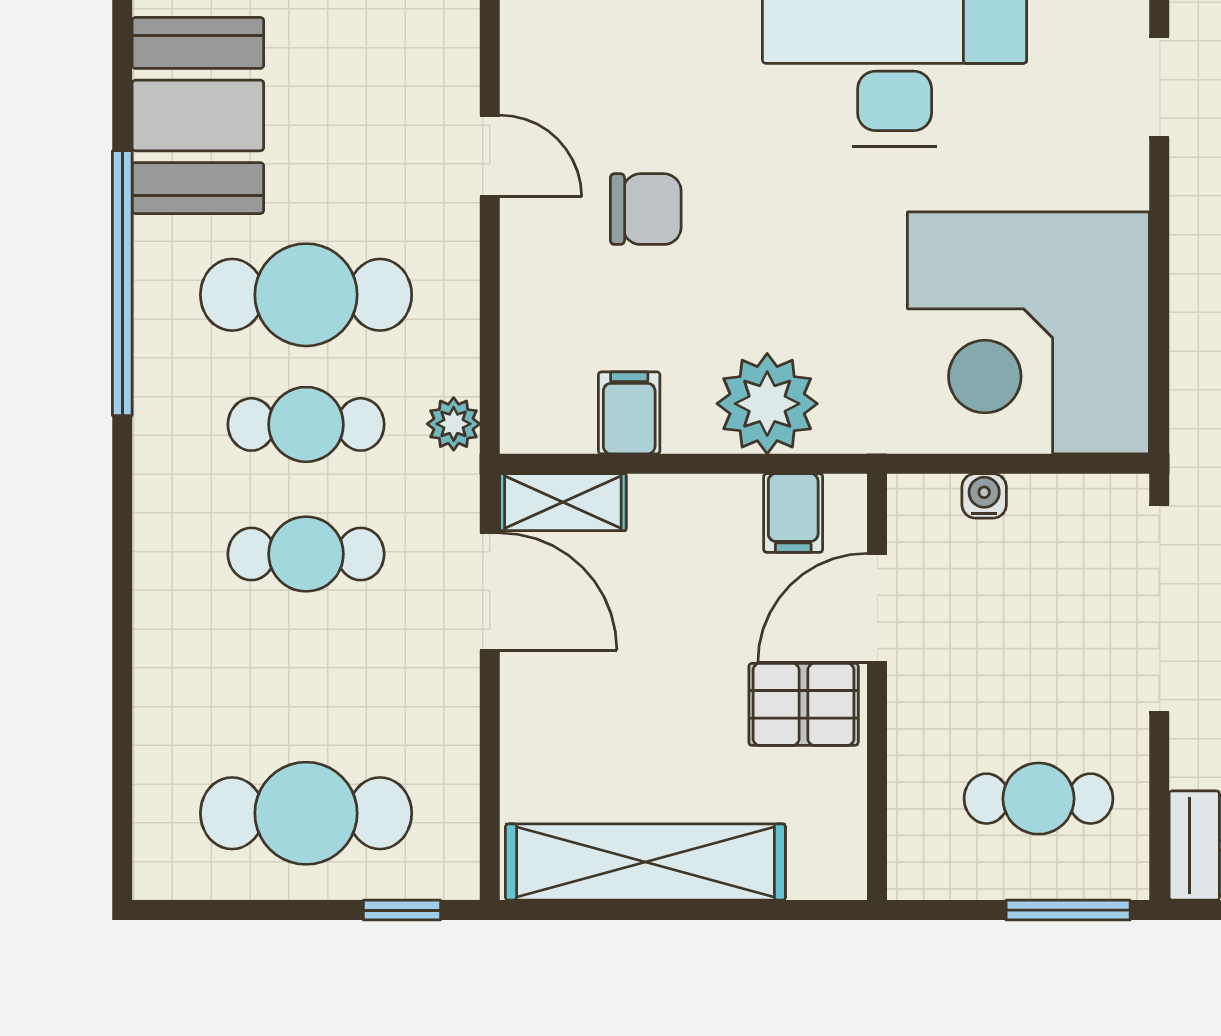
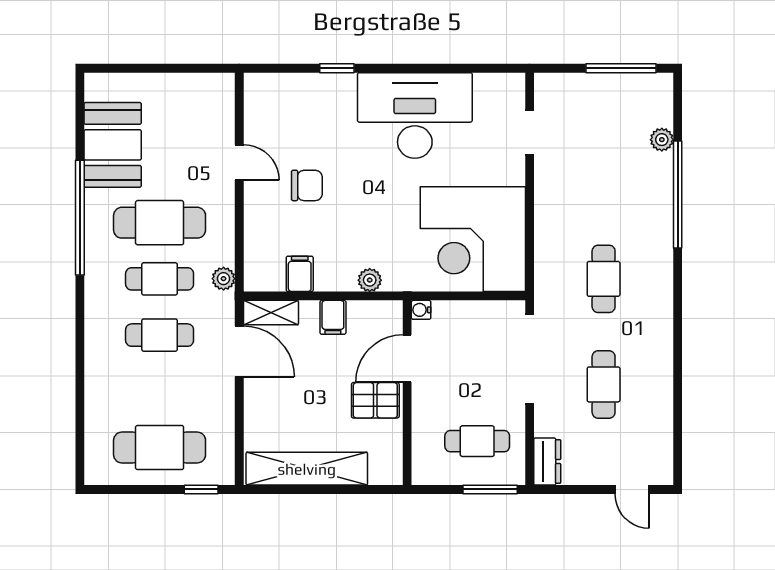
plant: (767, 404) -> (370, 280), width x0.53, depth x0.53
water cooler: (984, 496) -> (421, 310), moved, turned -90
filing cabinet: (793, 513) -> (333, 317), moved

